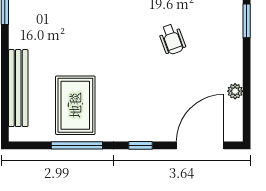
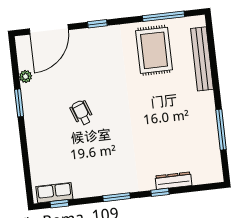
window: (247, 21) -> (19, 103), moved
window: (77, 145) -> (163, 16), moved

